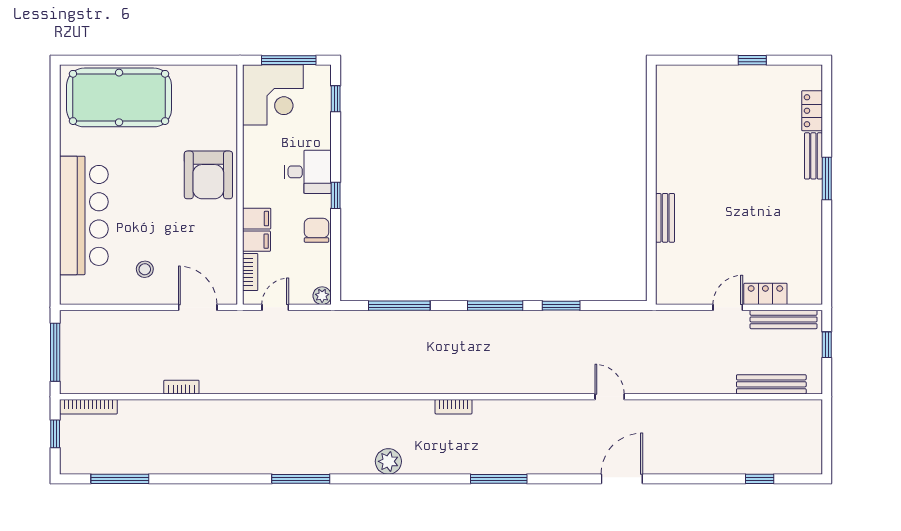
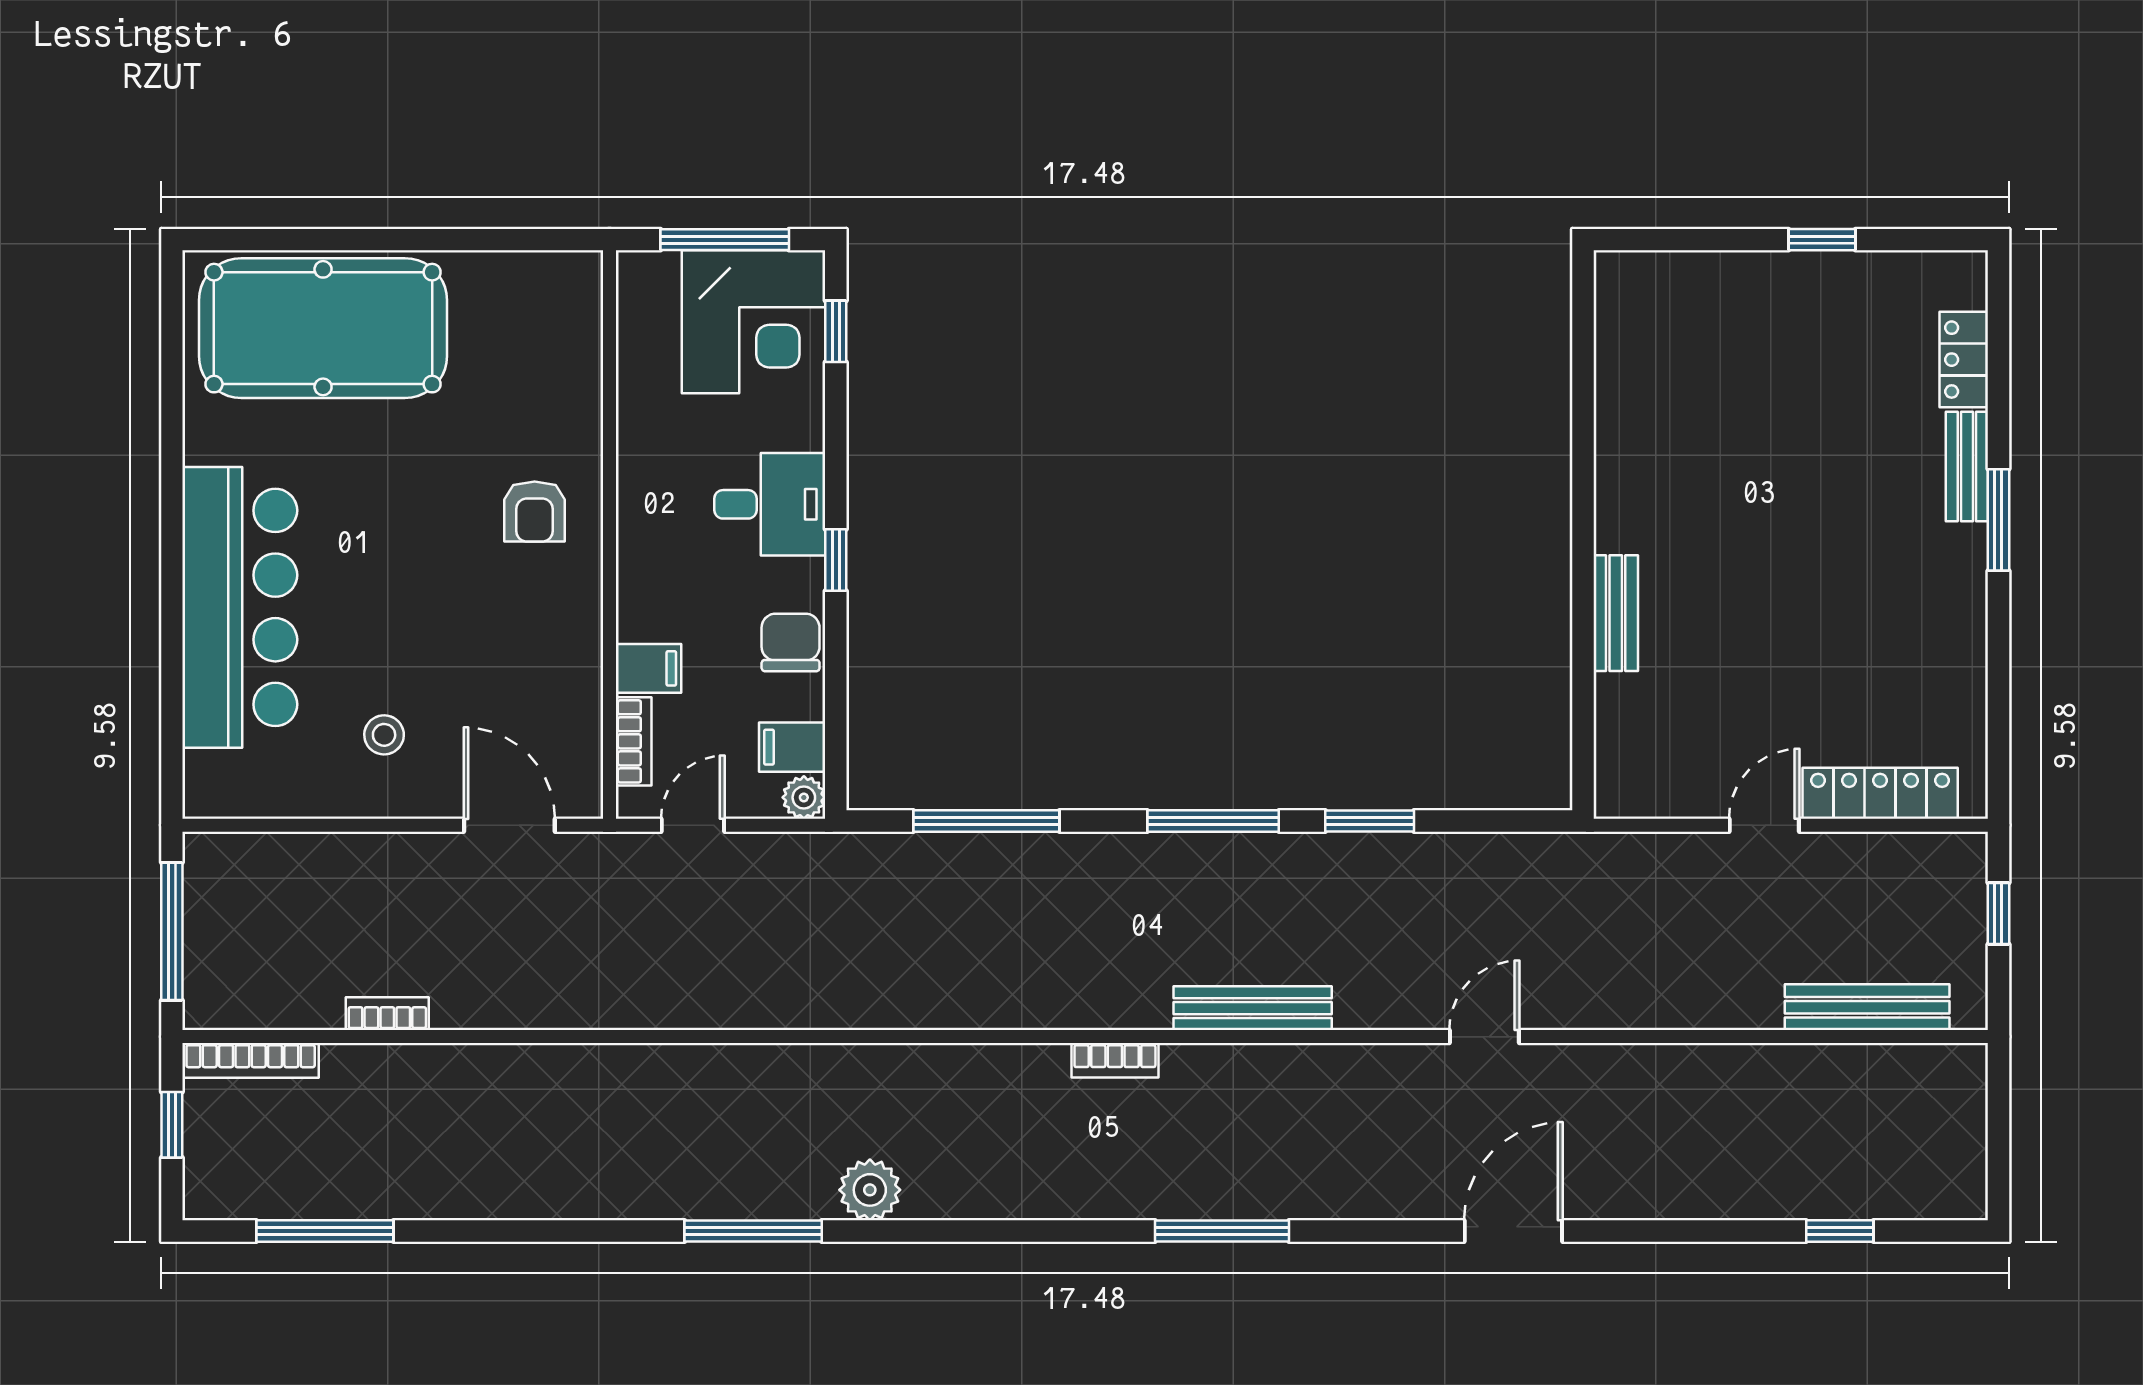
corner desk: (273, 95) -> (754, 322), moved
armchair: (208, 175) -> (535, 512), width x0.53, depth x0.53
filing cabinet: (257, 219) -> (792, 747), moved, turned 180
locker: (765, 294) -> (1880, 793), width x1.53
bench: (784, 319) -> (1253, 1008), moved
bookcase: (181, 387) -> (387, 1014), moved
door: (610, 397) -> (1484, 1037), hinge flipped
plant: (388, 461) -> (870, 1190), moved

